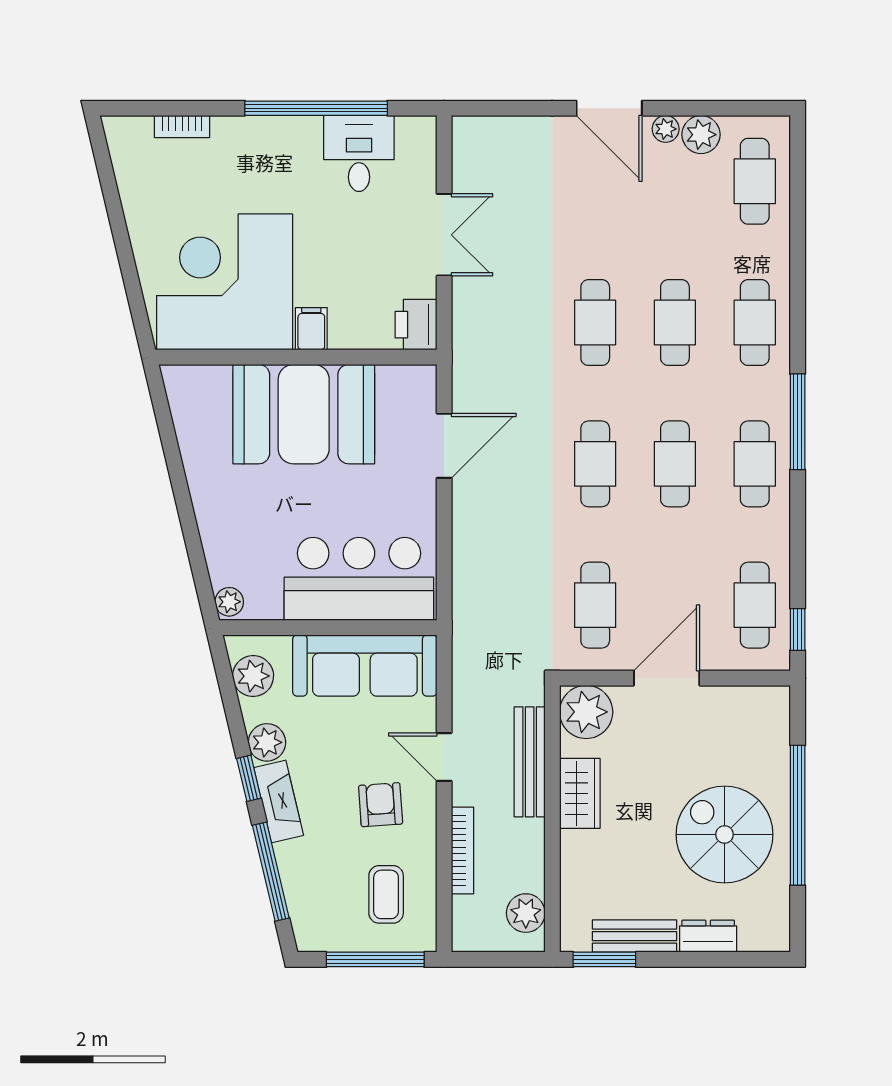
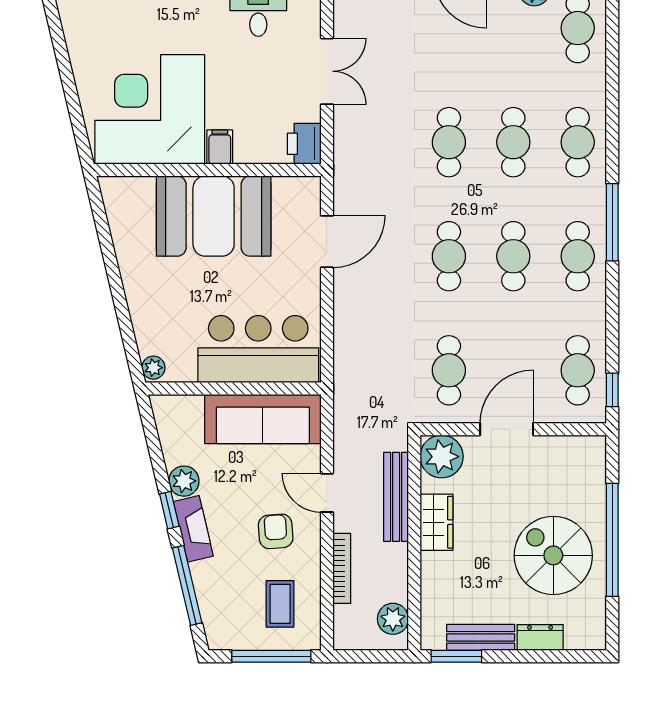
plant: (253, 676) -> (173, 427), removed

